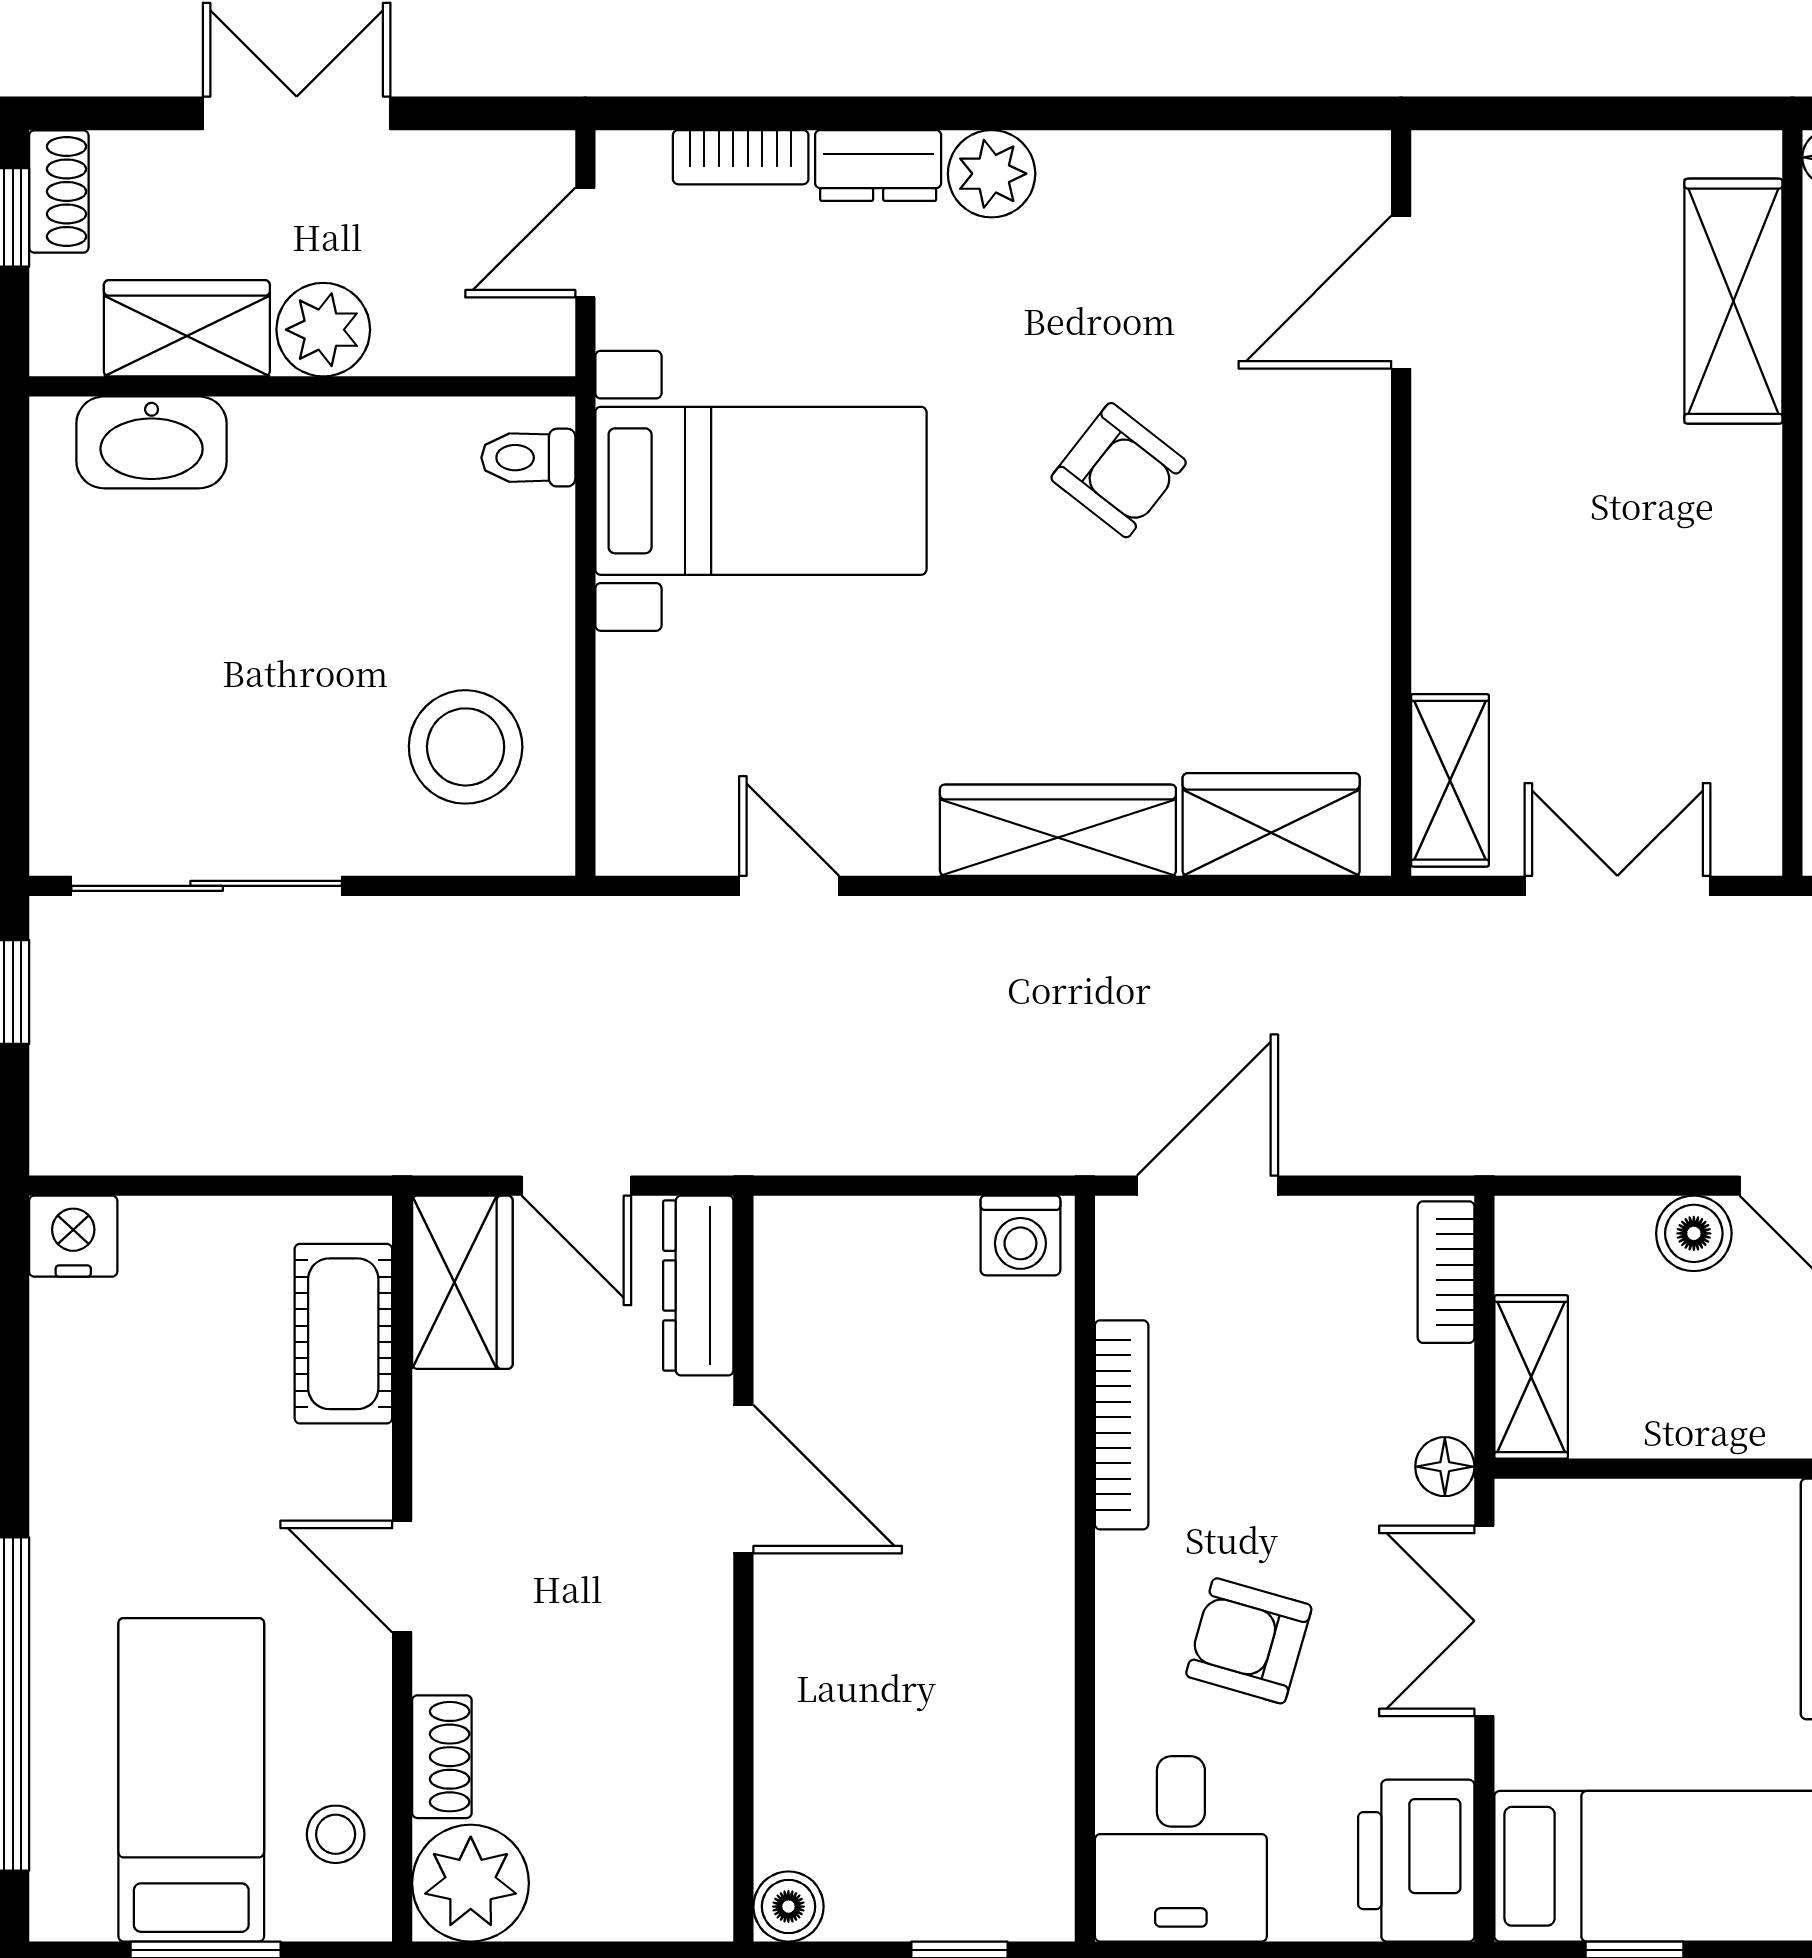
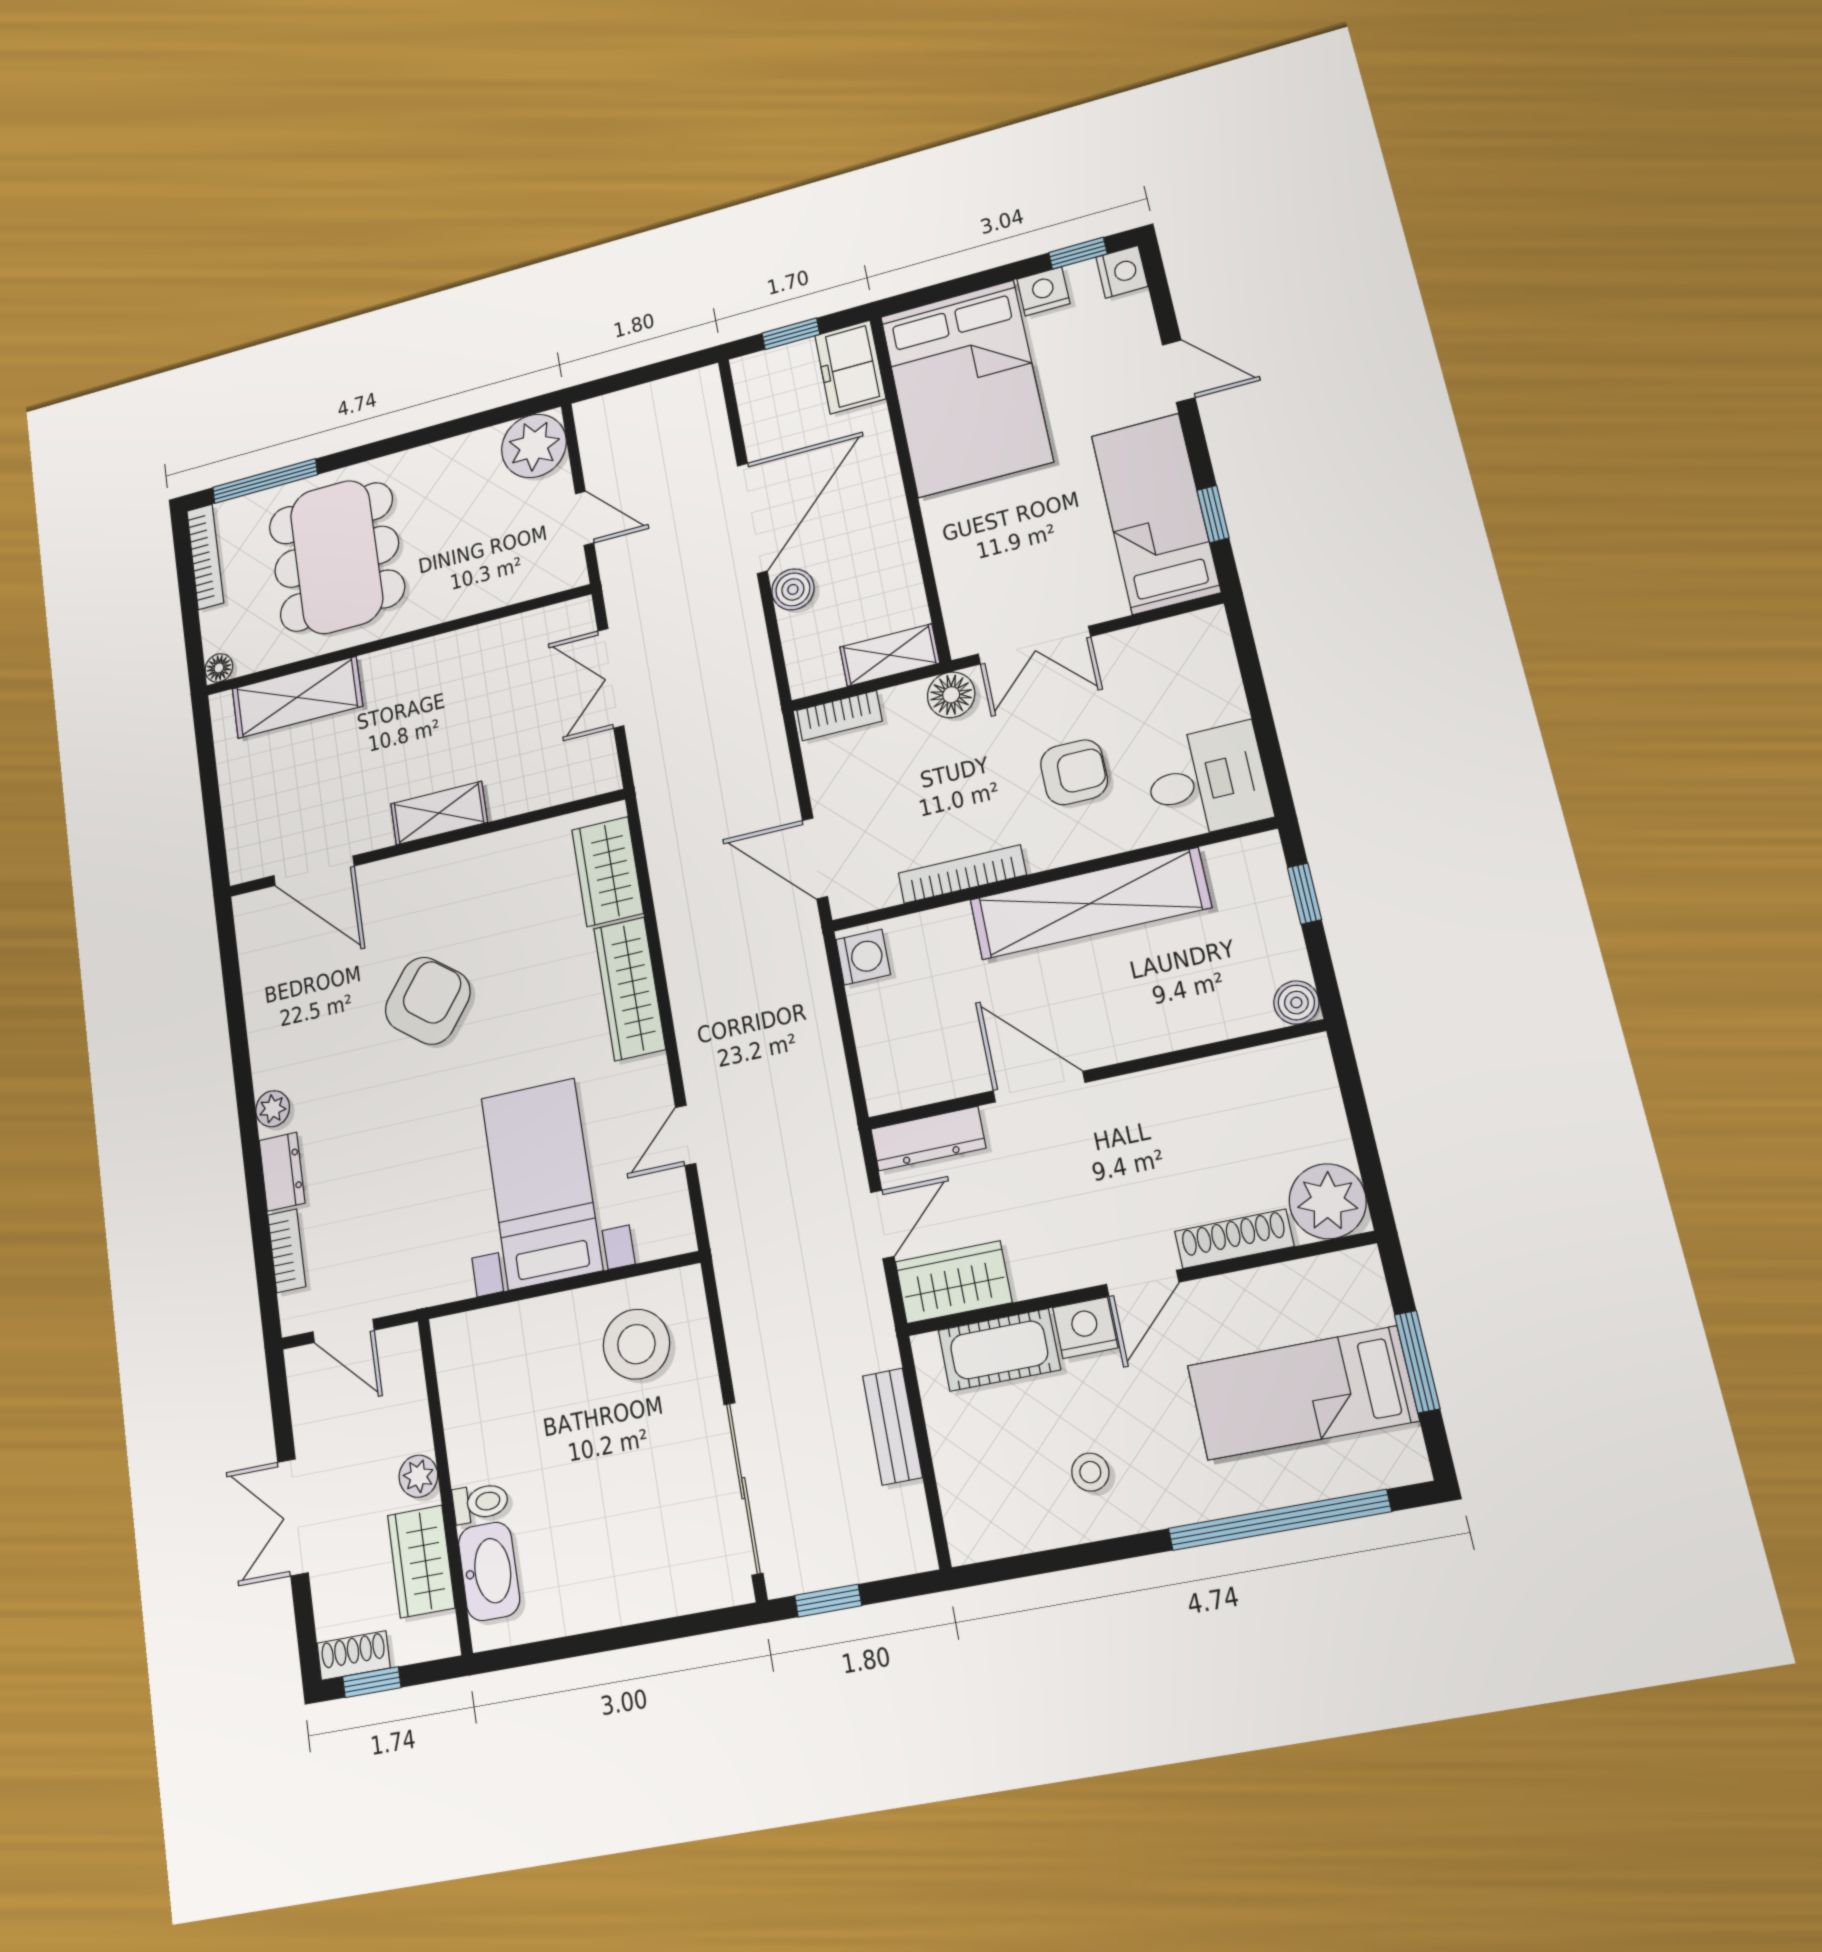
plant: (992, 174) -> (273, 1109), width x0.73, depth x0.73
plant: (323, 330) -> (418, 1476), width x0.73, depth x0.73
toilet: (528, 458) -> (480, 1502), moved, turned -90
armchair: (1119, 470) -> (428, 1001), width x1.38, depth x1.38
bed with nightstands: (761, 491) -> (542, 1184), moved
shelving: (1450, 780) -> (439, 813), moved
bench: (258, 1143) -> (892, 1426), added
nightstand: (73, 1236) -> (1085, 1328), moved, turned 90
floor lamp: (1445, 1467) -> (951, 695), width x1.37, depth x1.37
door: (743, 1479) -> (1039, 1087), hinge flipped
shelving: (1023, 1621) -> (1090, 904), added
armchair: (1249, 1641) -> (1074, 772), turned -106
shoe rack: (442, 1757) -> (1234, 1239), width x1.43
stool: (336, 1834) -> (1090, 1472), moved
printer: (1416, 1861) -> (1183, 647), removed

